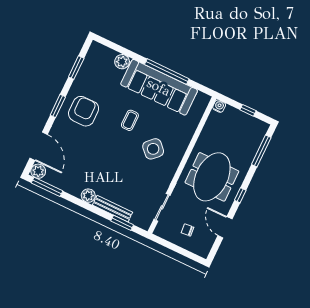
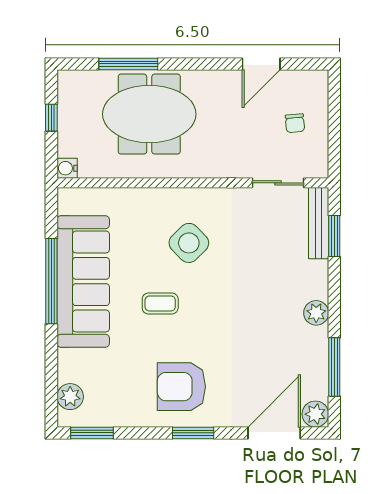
plant: (122, 62) -> (70, 397), moved
window: (76, 68) -> (92, 433), moved
window: (261, 151) -> (128, 64), moved
meeting table: (212, 177) -> (149, 114), moved
window: (47, 187) -> (334, 367), moved
window: (240, 195) -> (197, 64), removed
bench: (113, 209) -> (319, 223), moved

